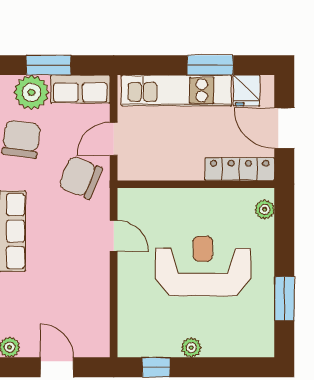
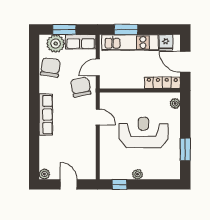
window: (210, 65) -> (126, 30), moved
chair: (80, 177) -> (81, 87), turned 57

